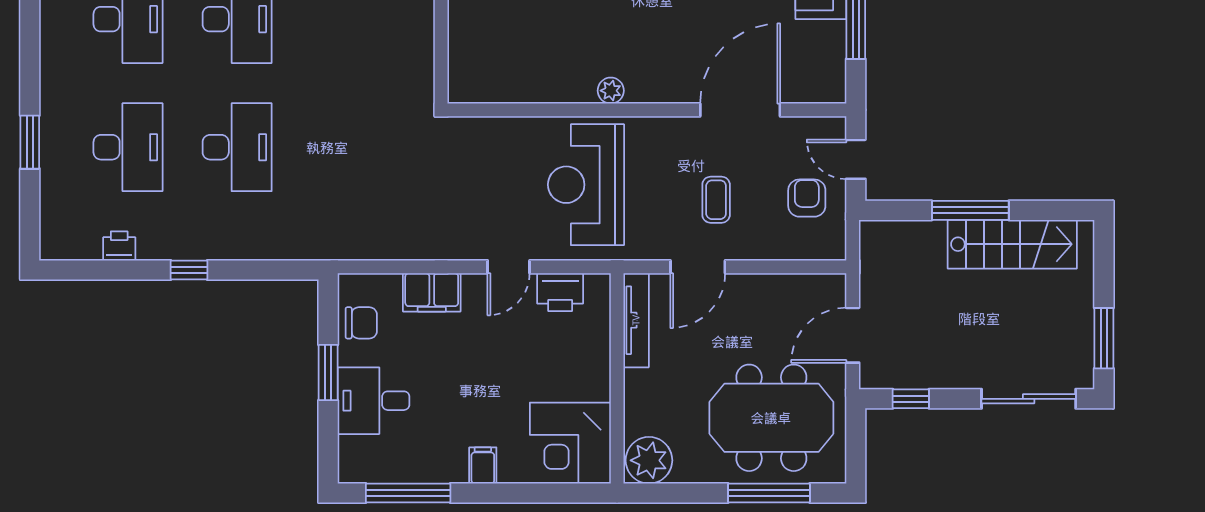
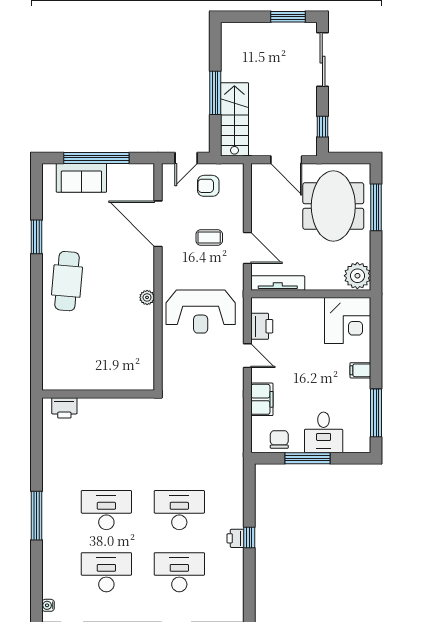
stairs: (1012, 244) -> (234, 119), moved
printer: (119, 246) -> (235, 538), moved
window: (328, 372) -> (308, 458), width x1.44

